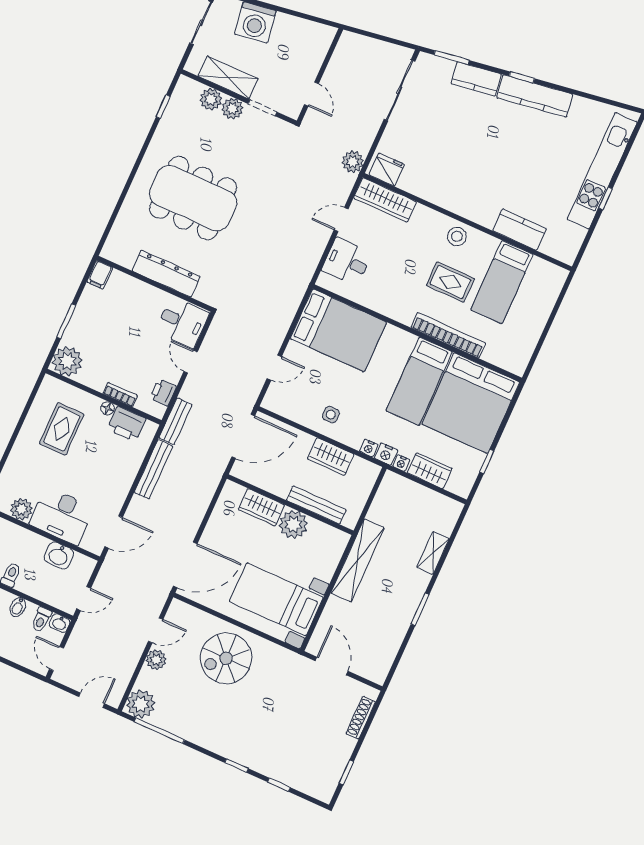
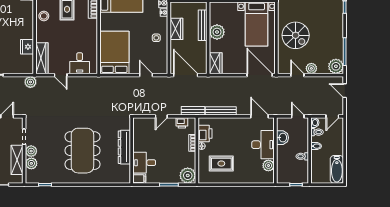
fridge: (387, 170) -> (27, 47), moved
desk: (182, 322) -> (144, 163), moved, turned -90
wardrobe: (261, 507) -> (216, 63), moved

